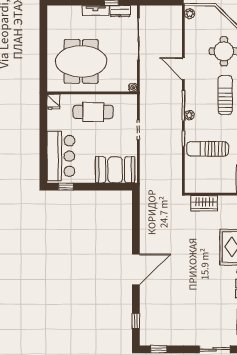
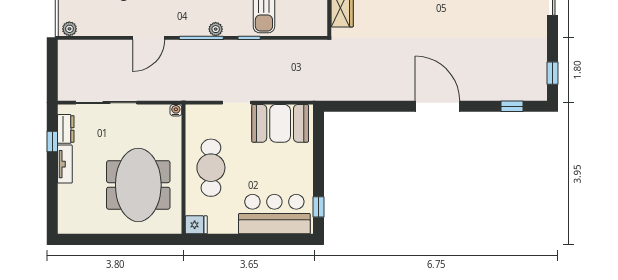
booth: (115, 170) -> (280, 123), moved, turned 90

